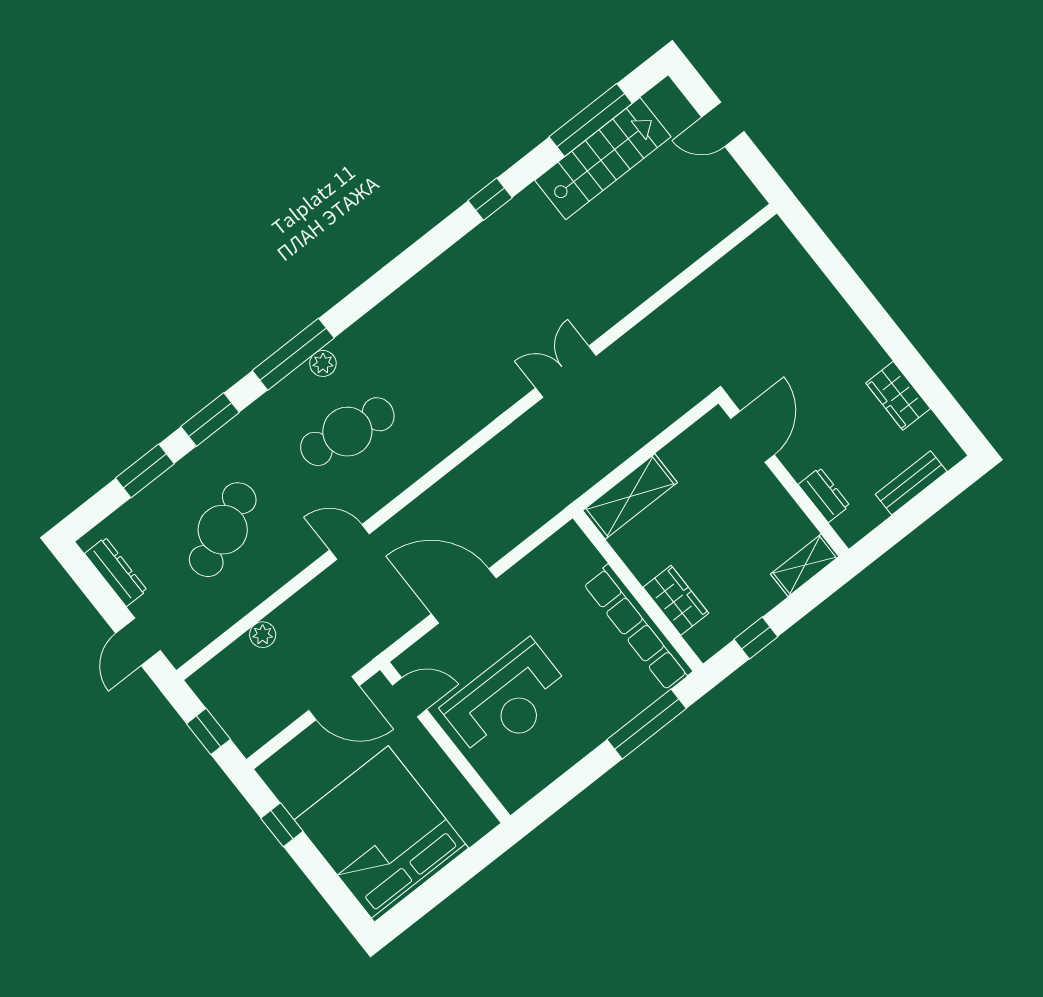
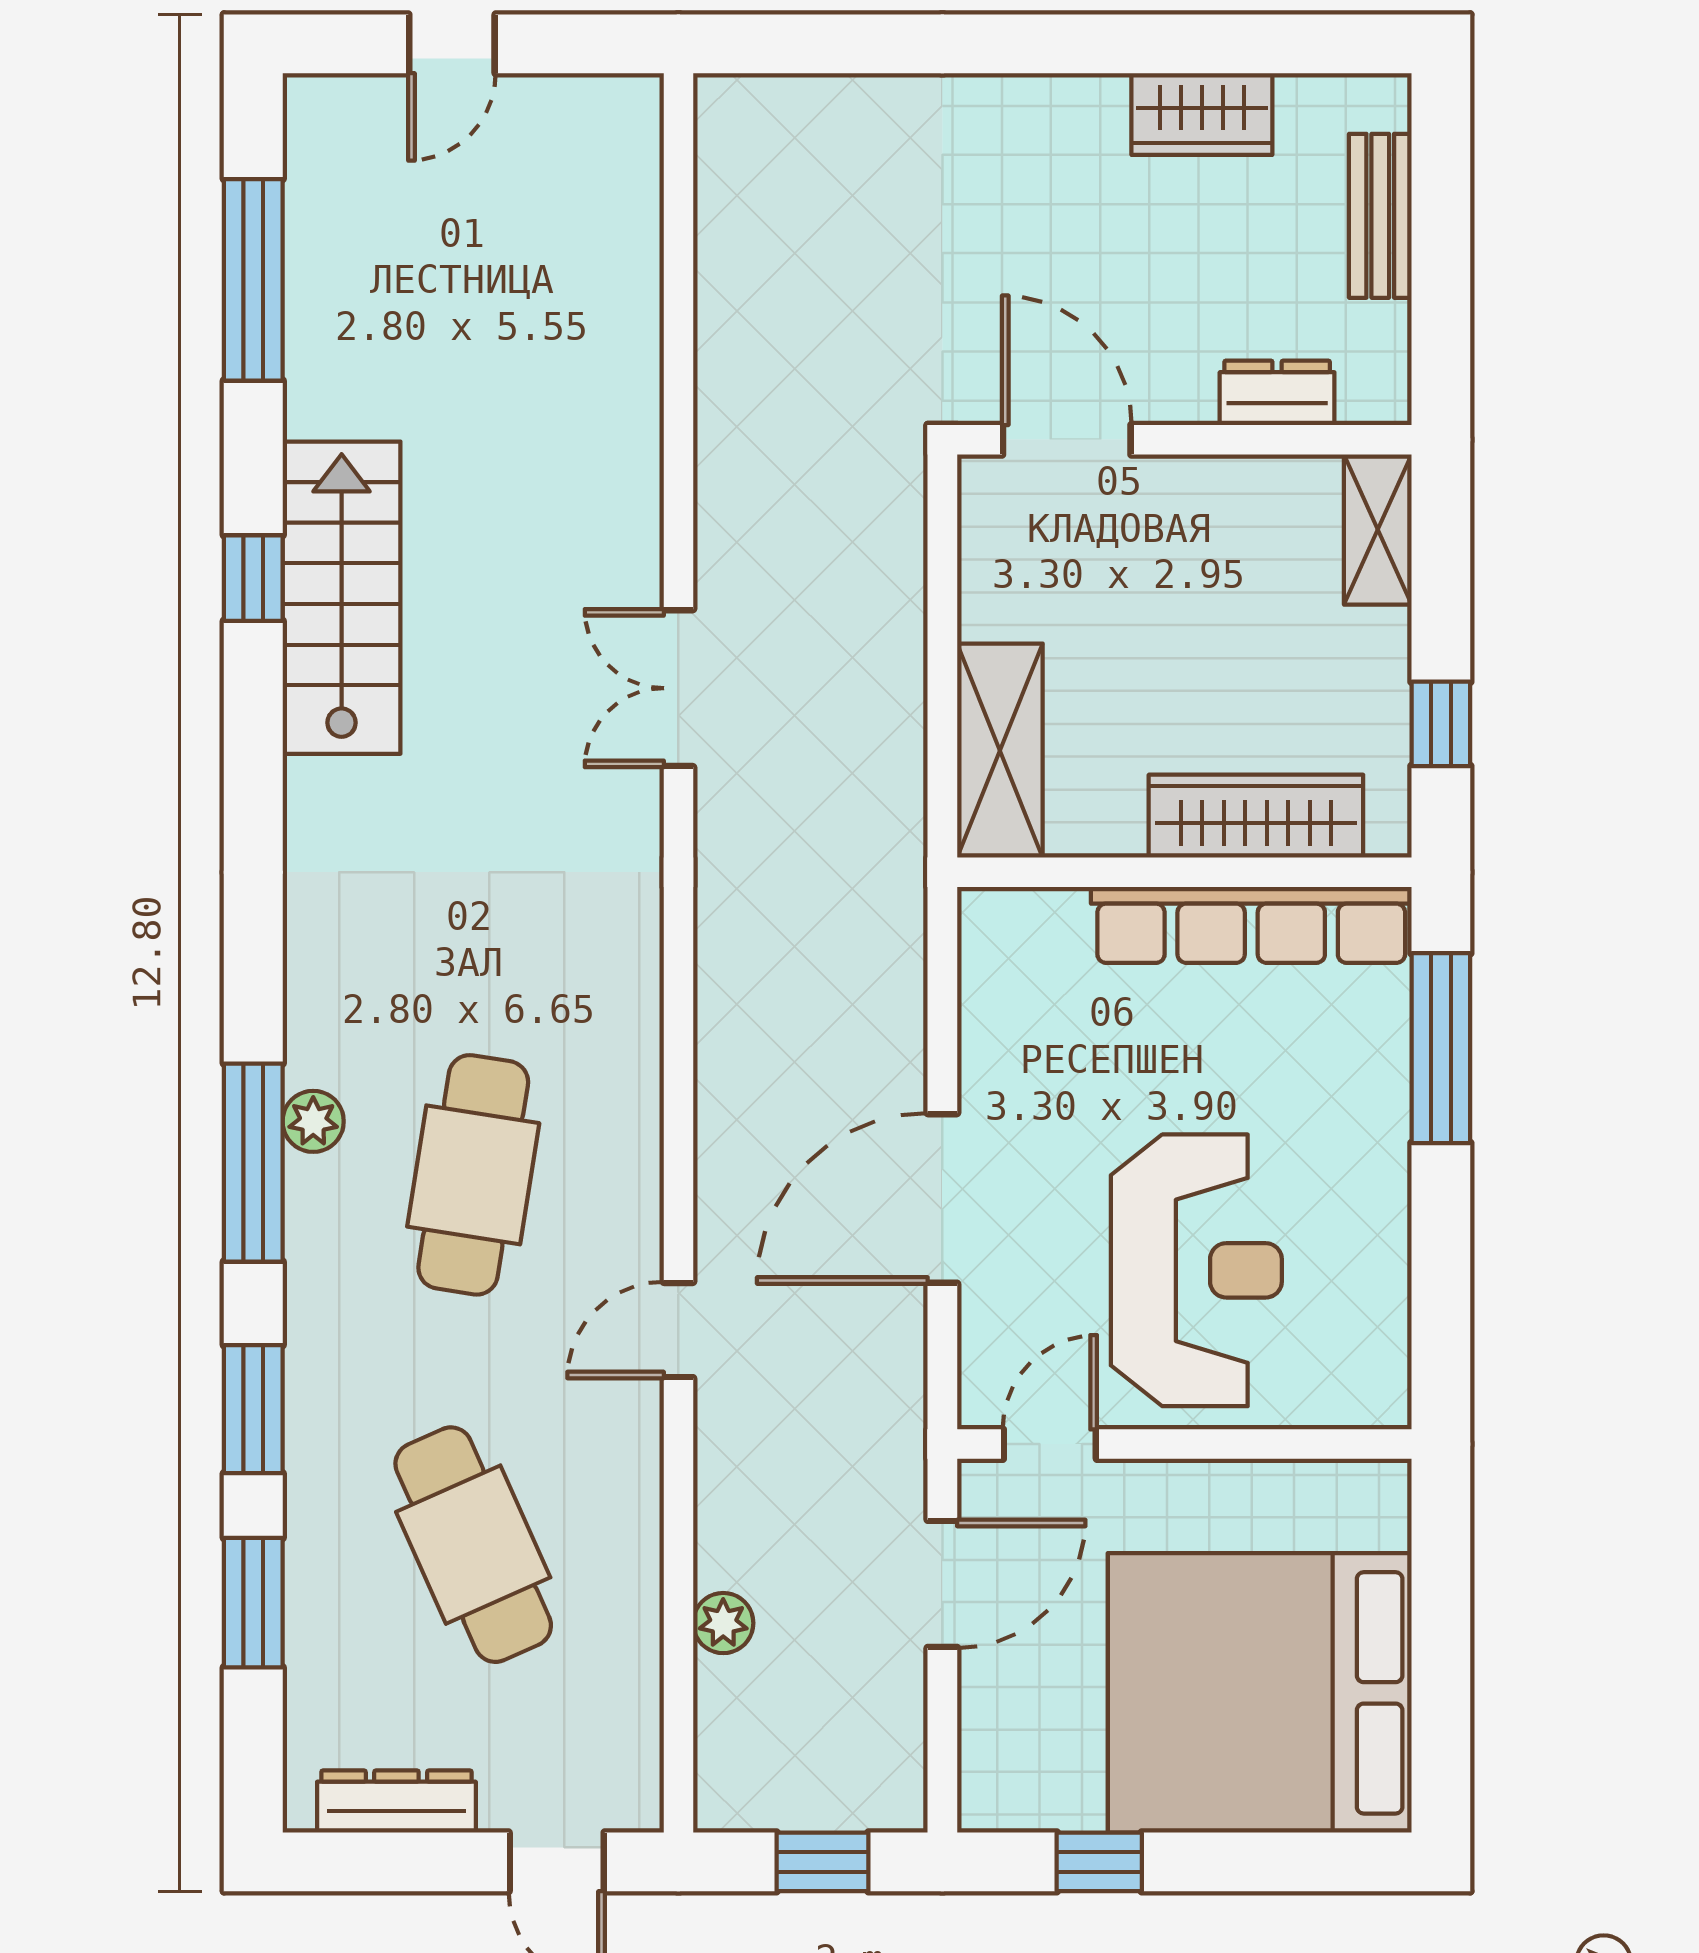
stairs: (603, 159) -> (342, 598), moved
wardrobe: (676, 600) -> (1256, 816), width x1.50

